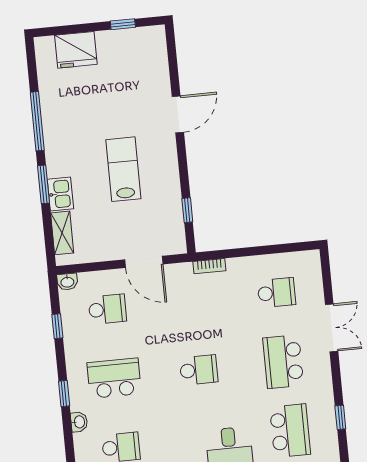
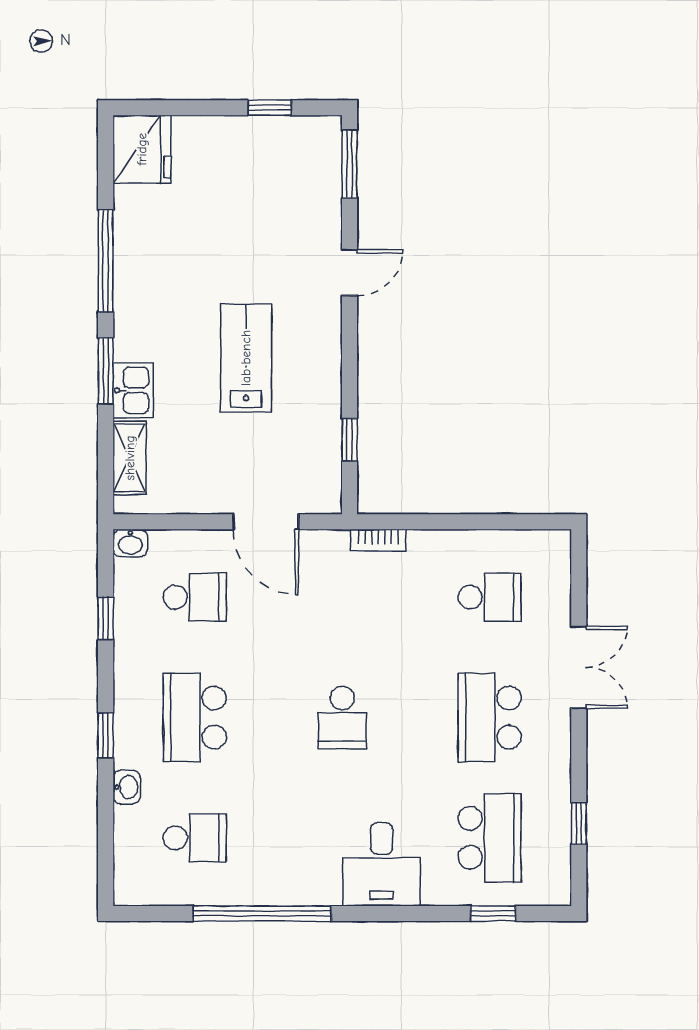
fridge: (76, 50) -> (142, 149), moved, turned -90
window: (172, 52) -> (350, 164), added
door: (178, 114) -> (350, 273), width x0.73
school desk: (199, 370) -> (342, 718), turned 90
school desk: (114, 378) -> (195, 718), turned -90

